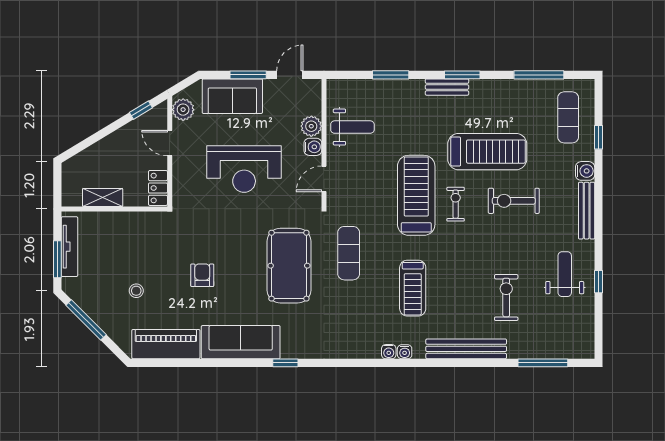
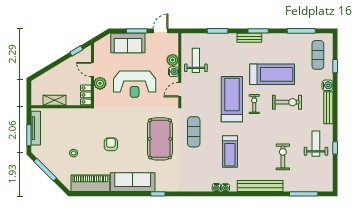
plant: (183, 110) -> (100, 83), moved
weight bench: (352, 127) -> (196, 60), turned -90
exercise bike: (514, 201) -> (287, 102), turned 180

